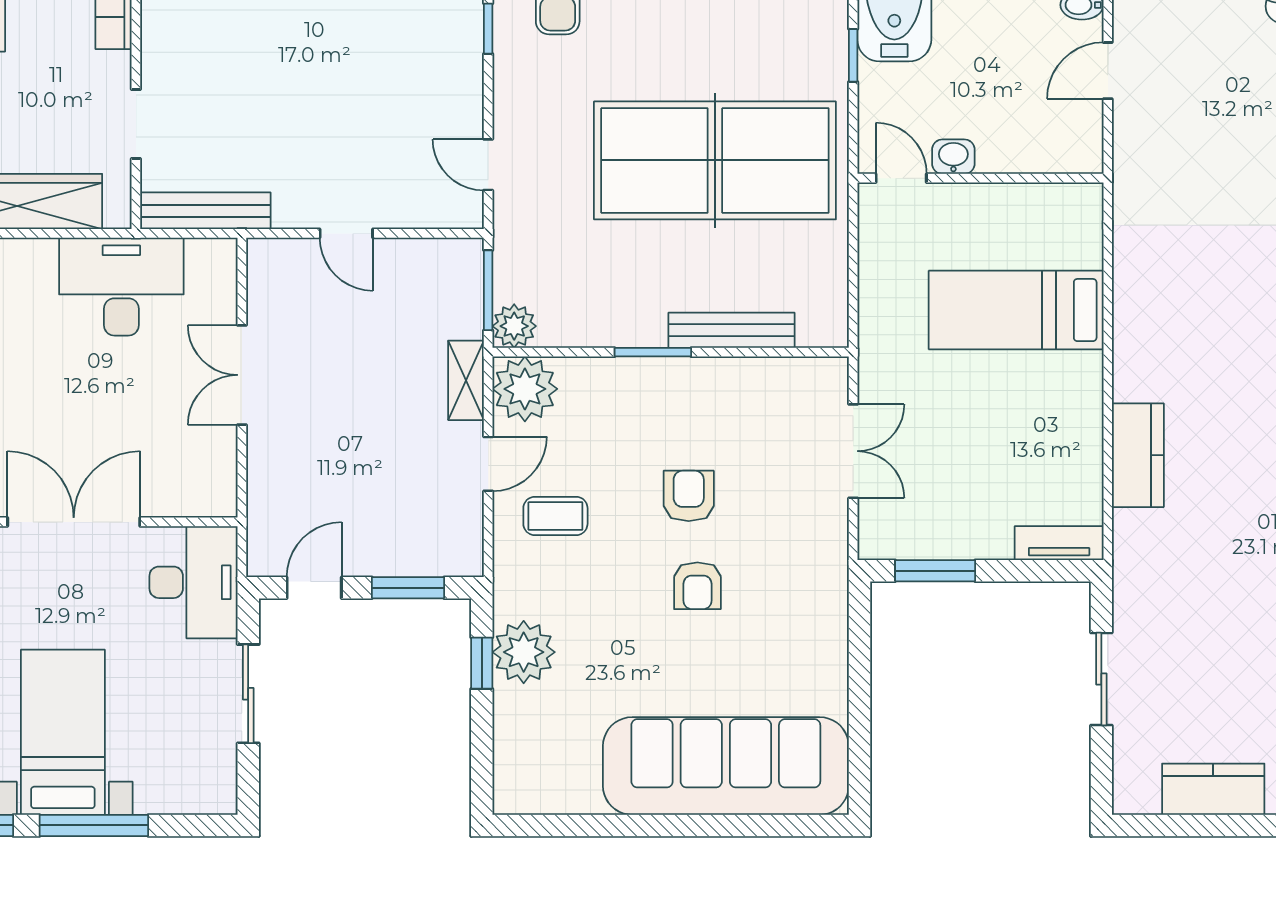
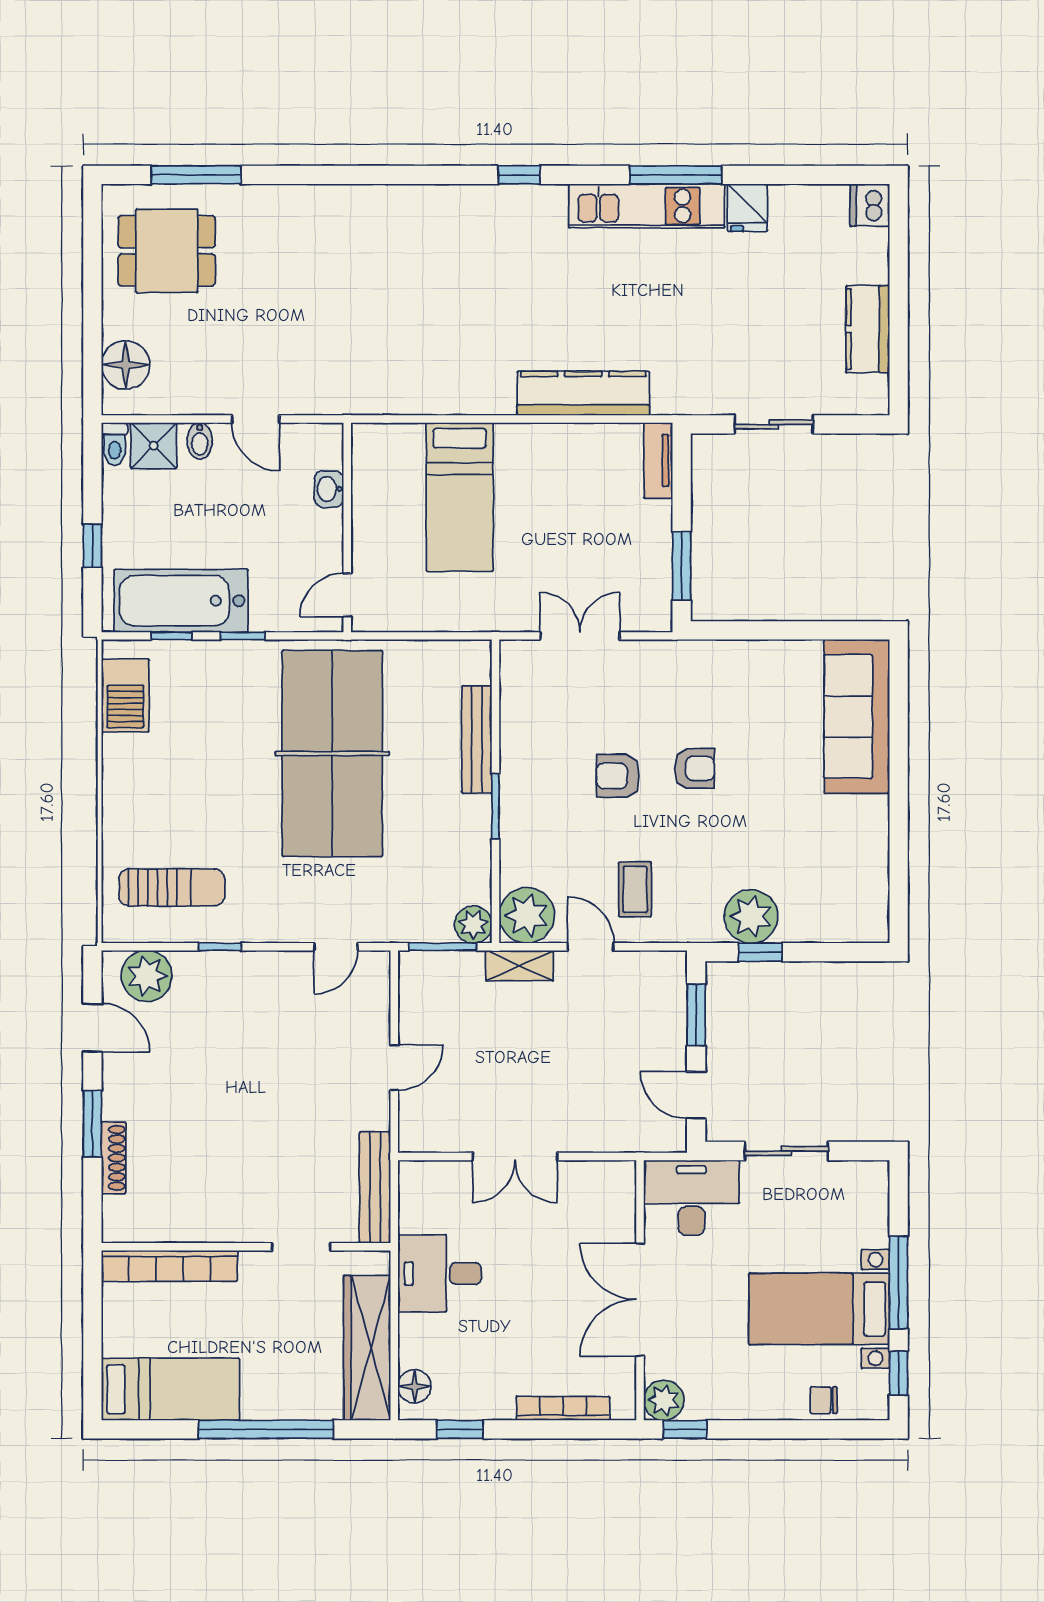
washbasin: (953, 157) -> (329, 489), moved
desk: (121, 287) -> (440, 1273), width x0.73
kitchen counter: (1138, 455) -> (583, 393), width x1.50
sofa: (726, 766) -> (857, 717), width x0.74, depth x0.79

